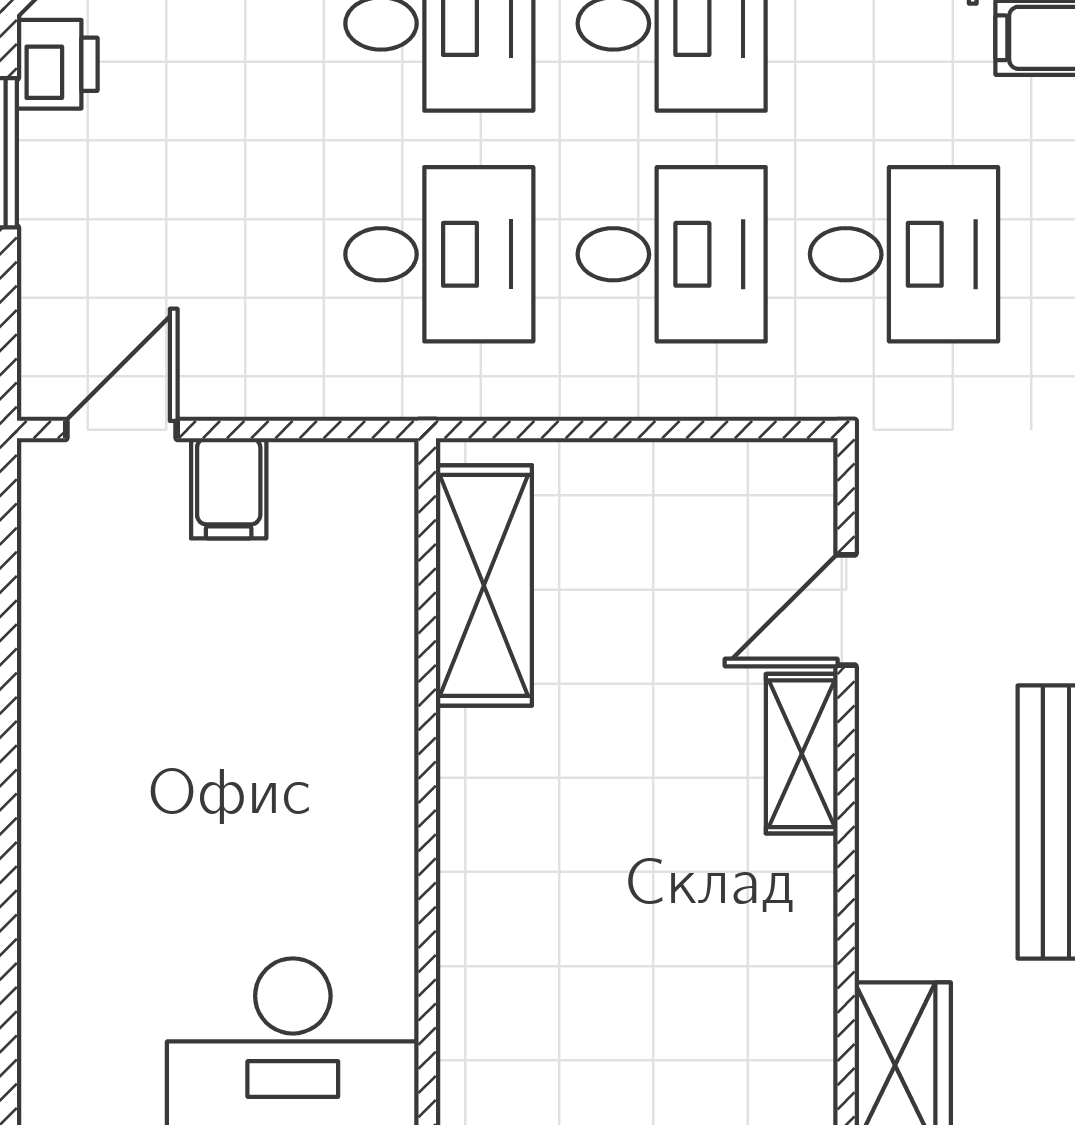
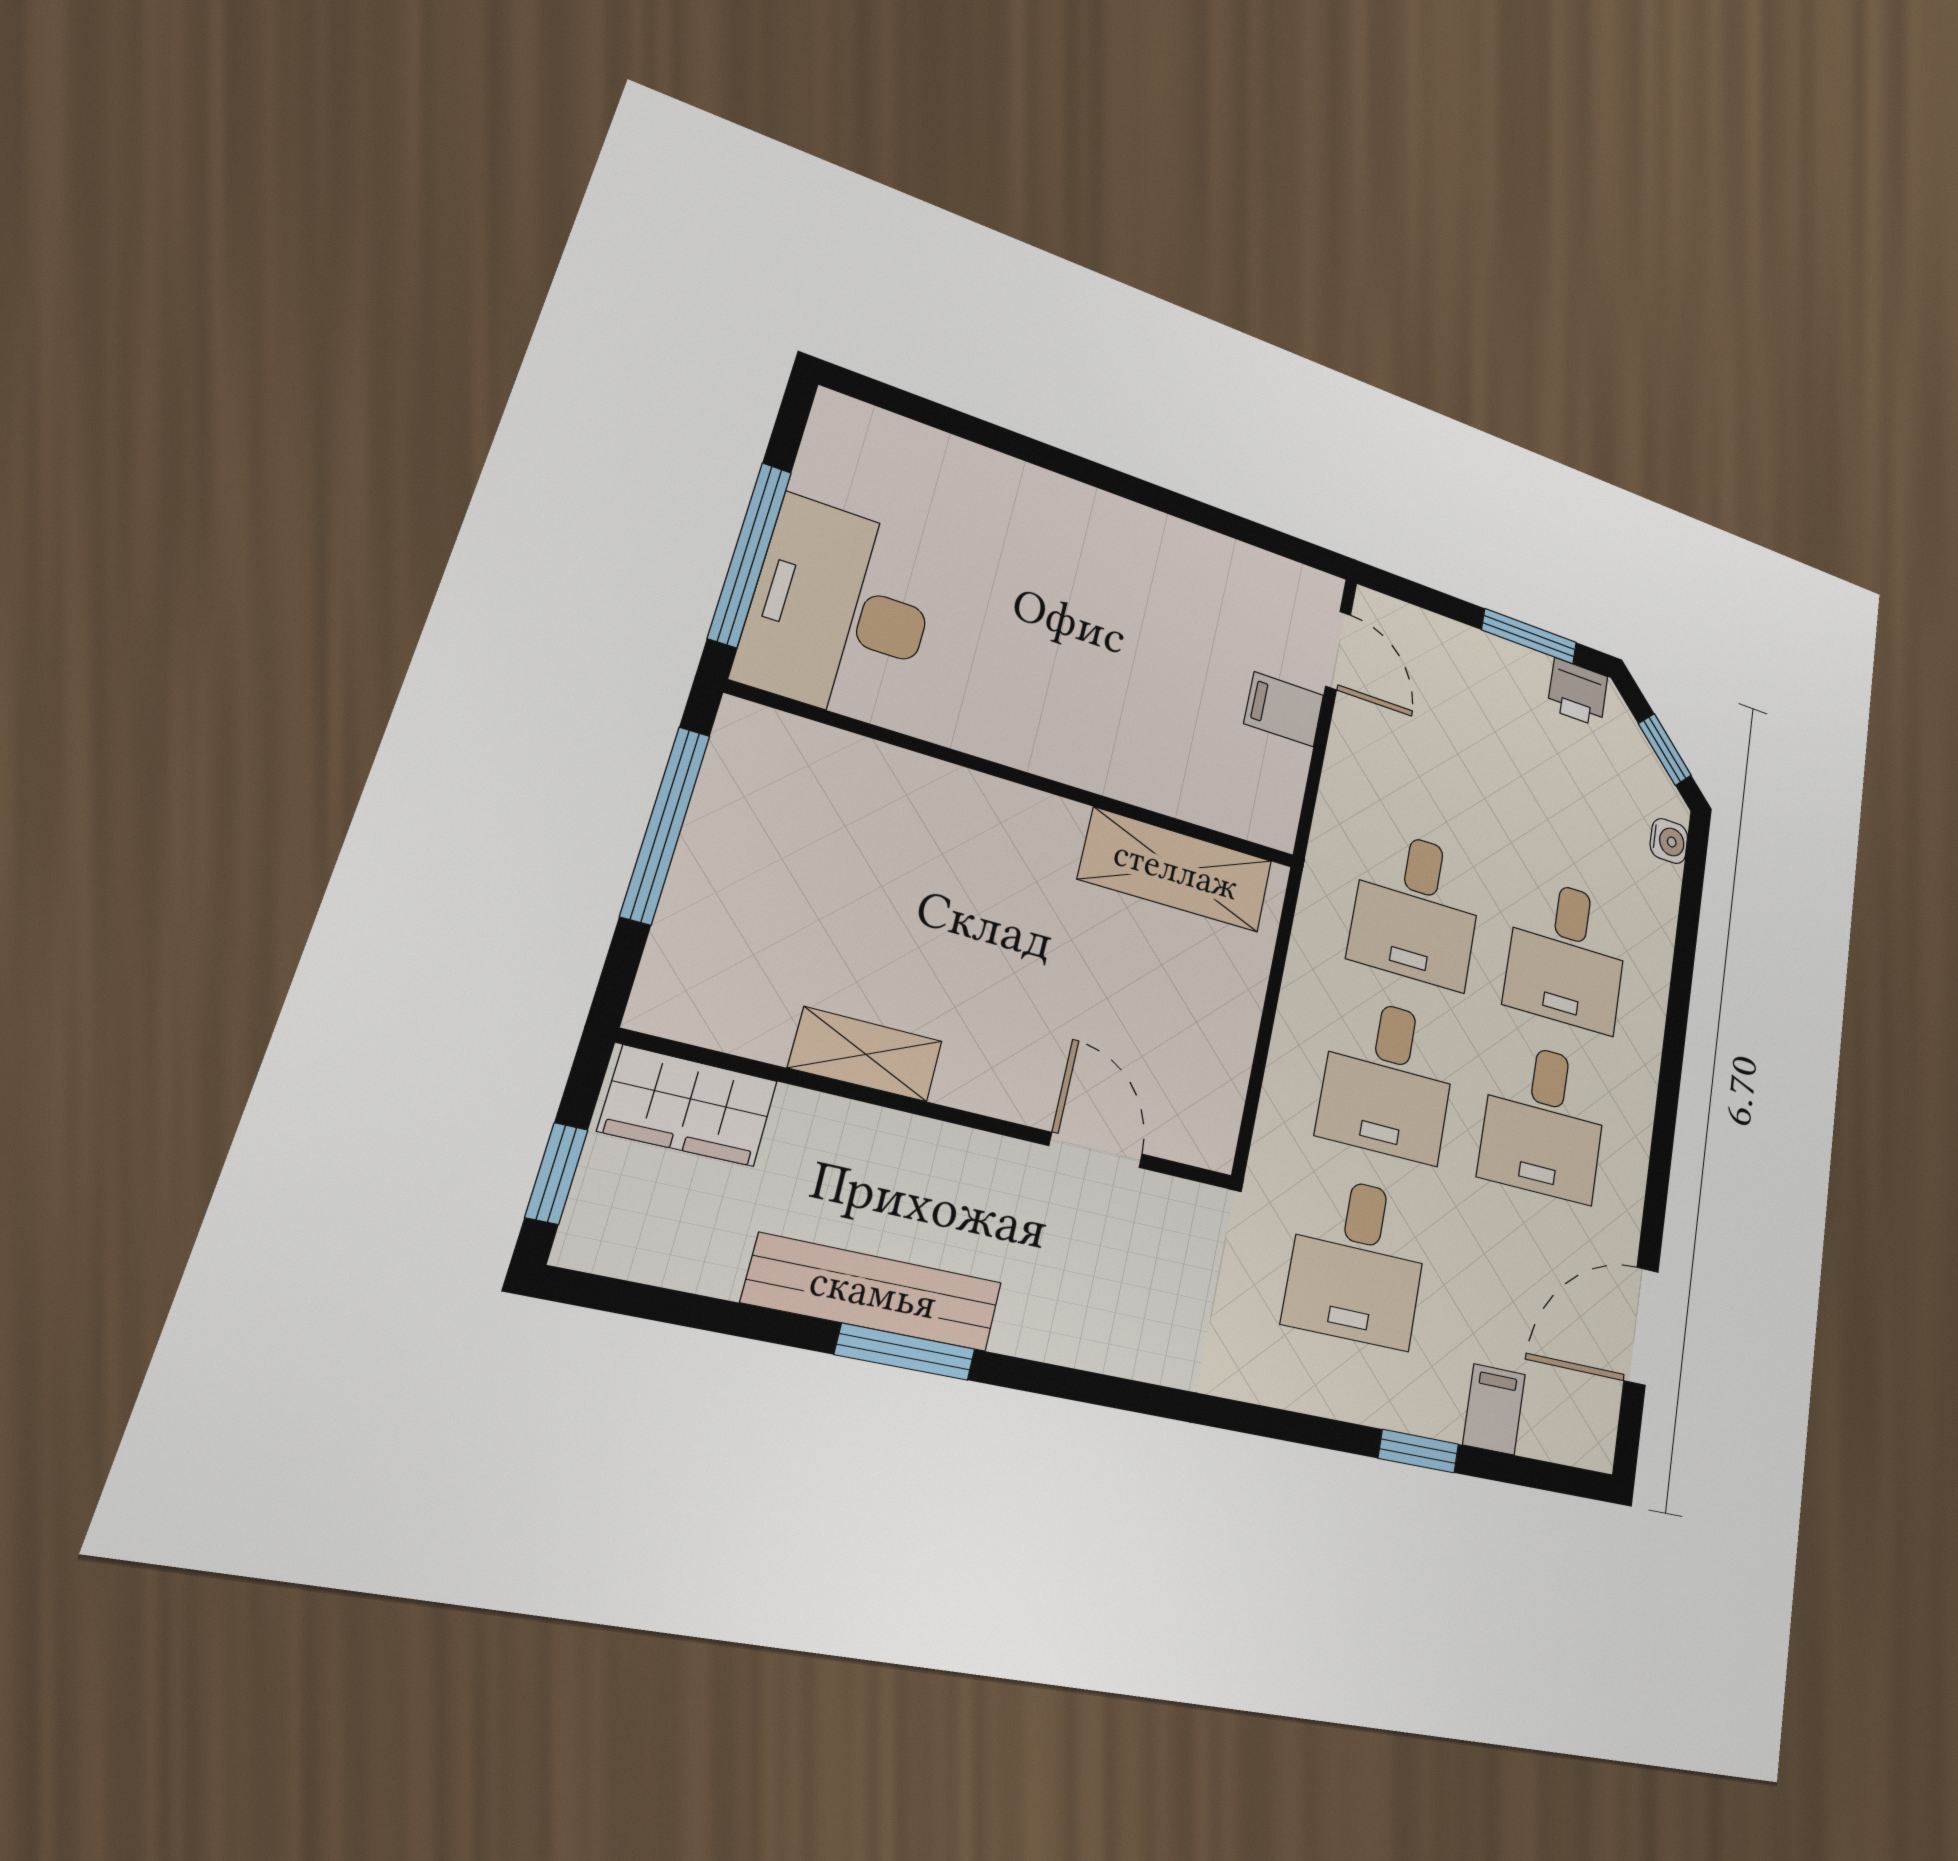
shelving: (802, 754) -> (866, 1054), moved

